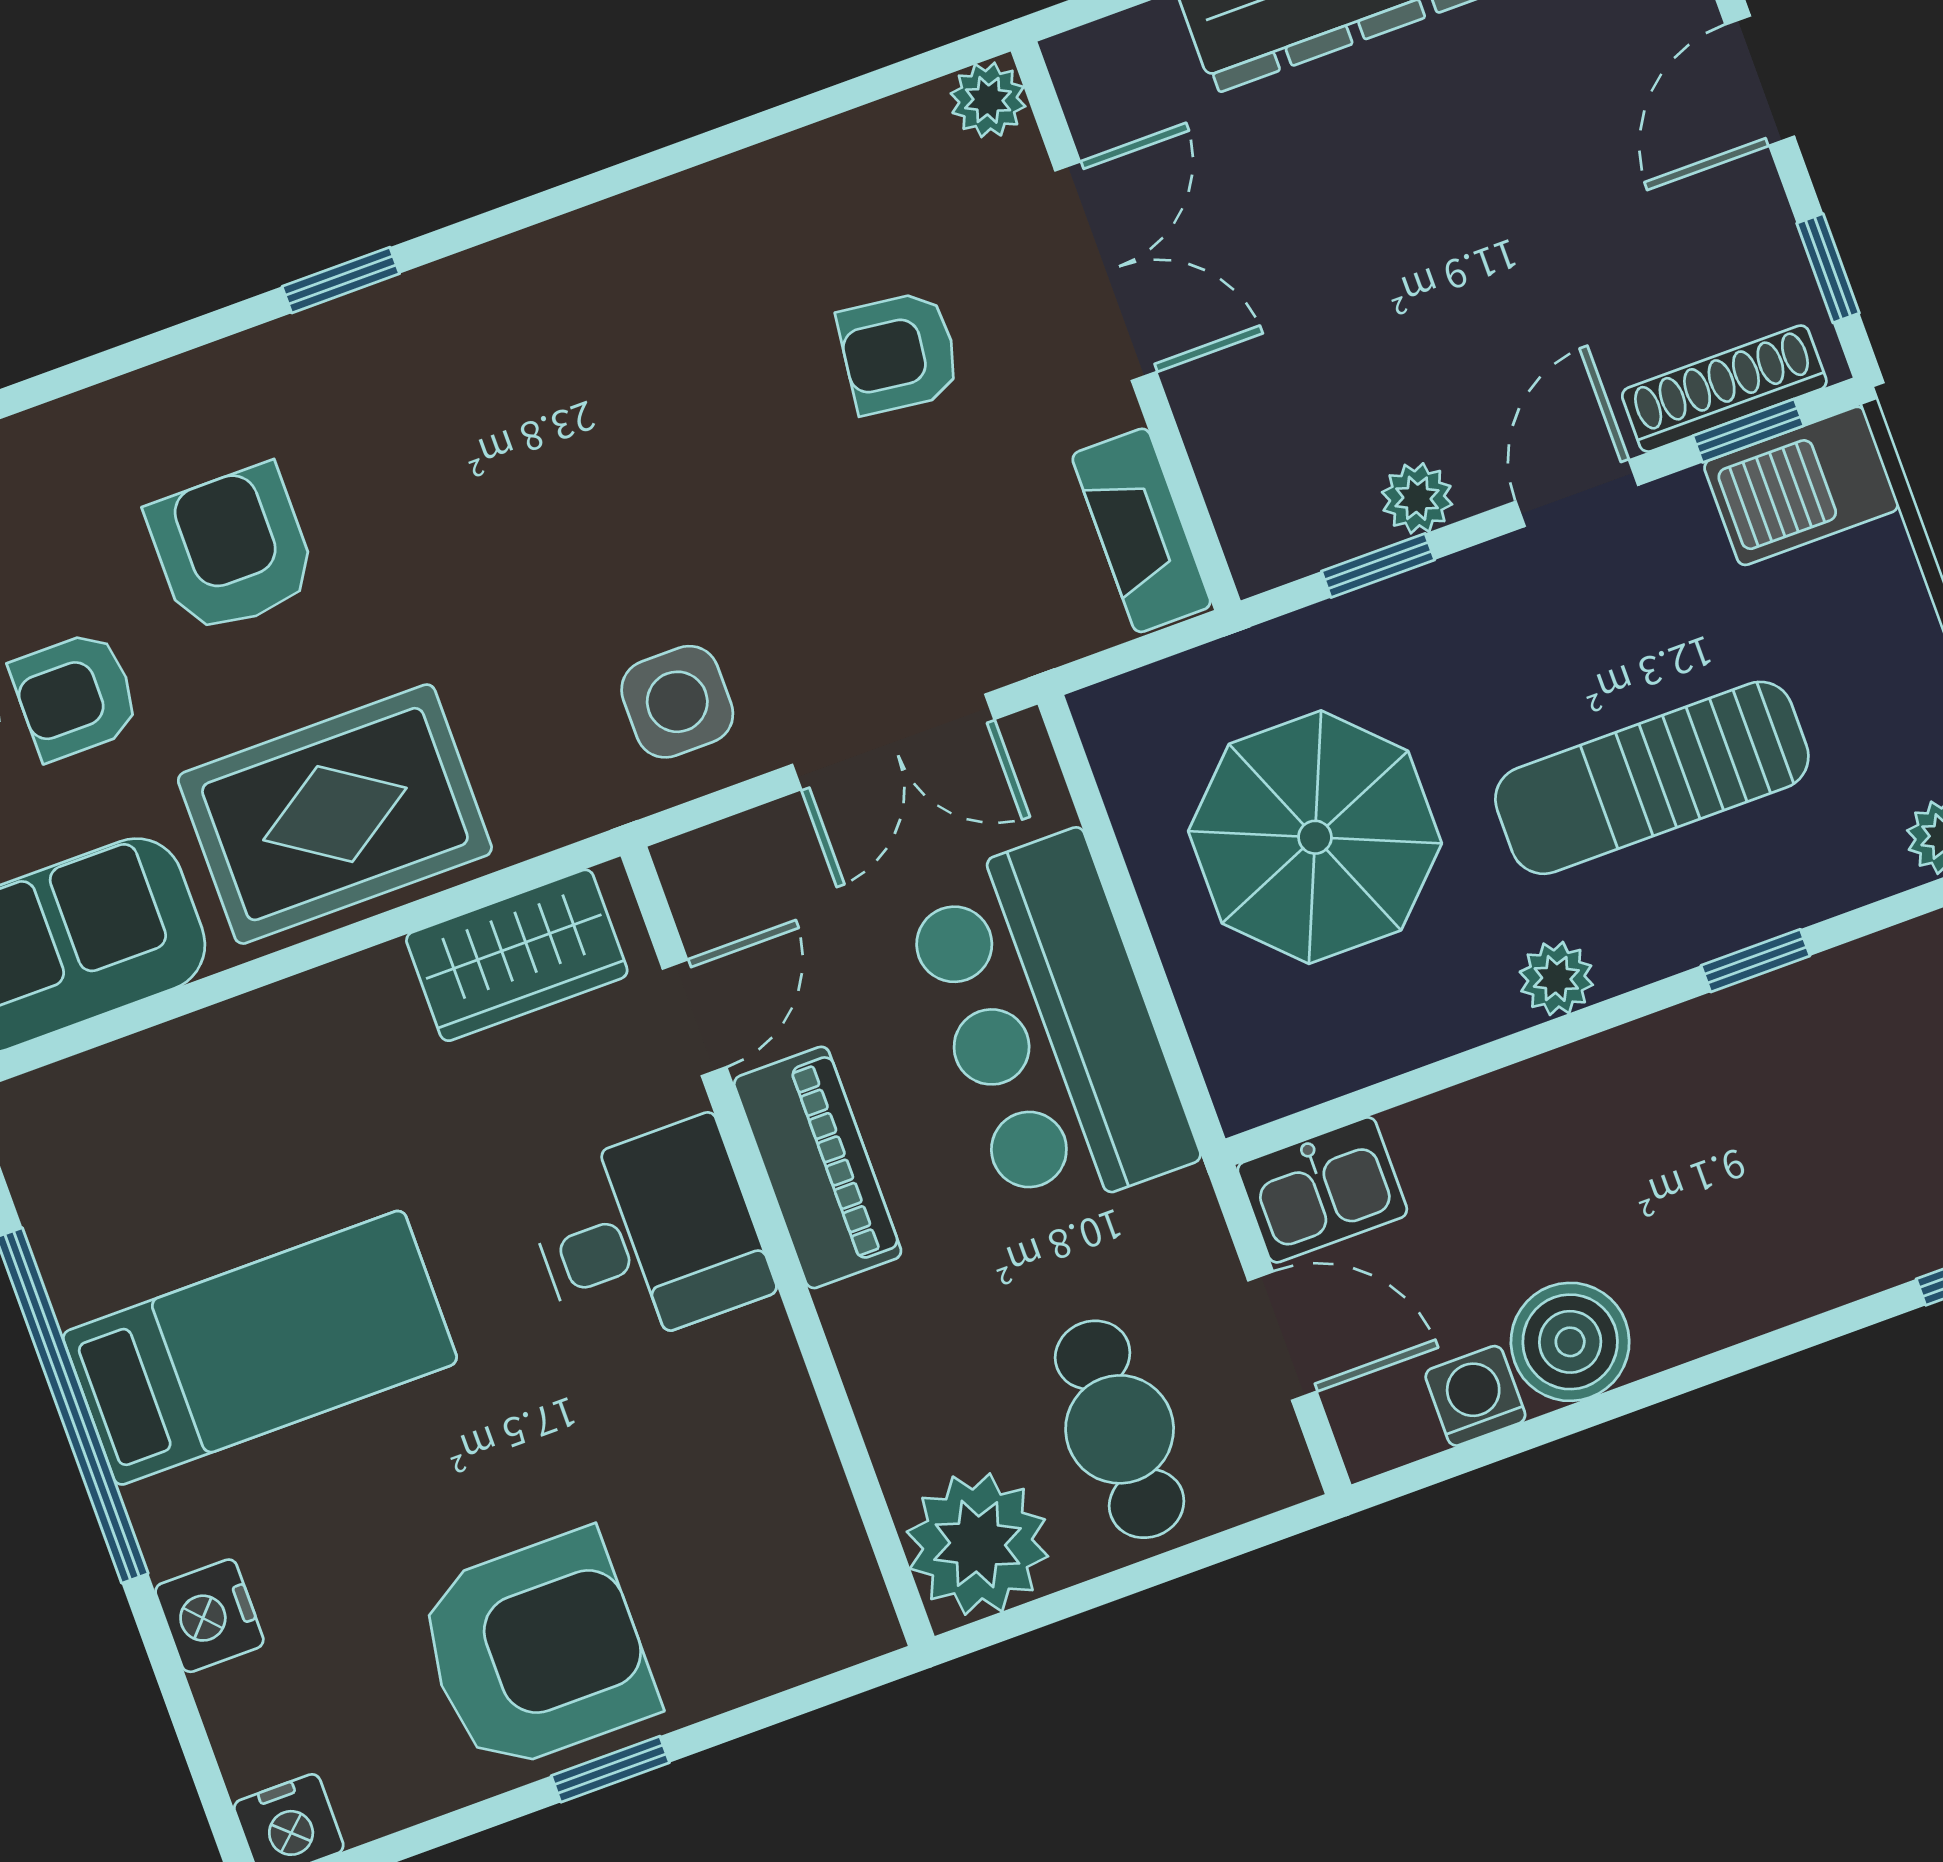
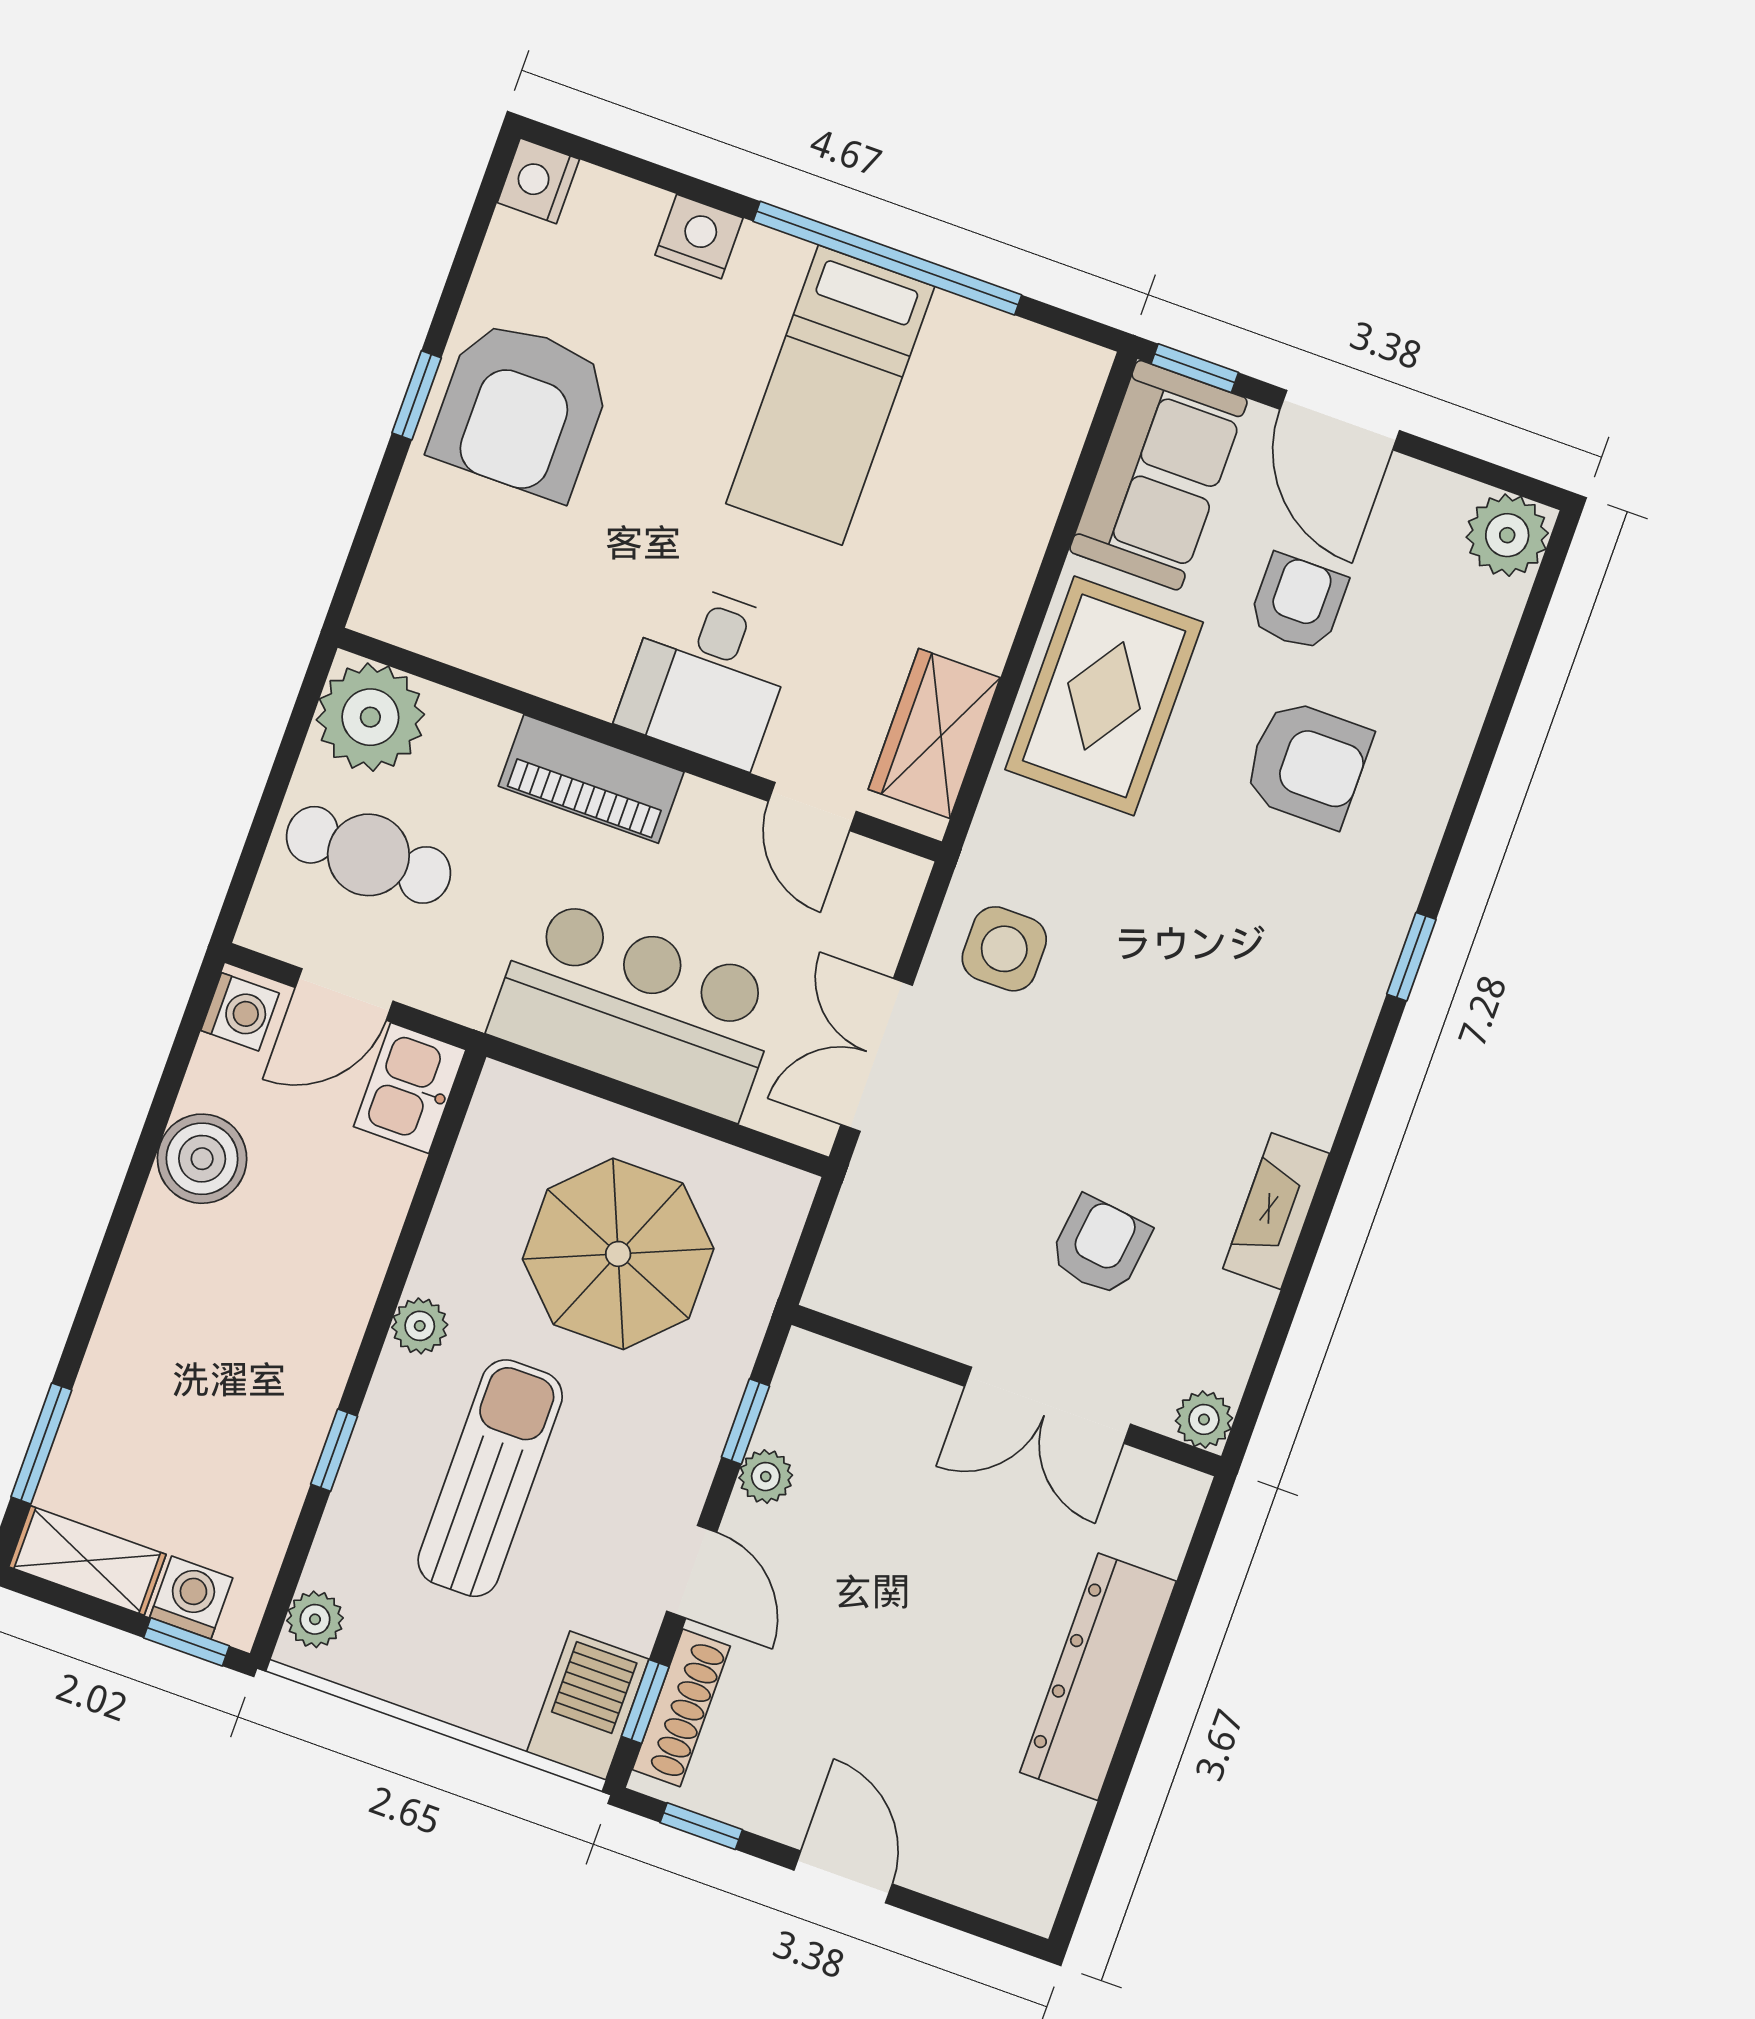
fireplace: (1141, 530) -> (1276, 1211), moved, turned -90
piano: (818, 1167) -> (591, 779), moved
washing machine: (1475, 1396) -> (240, 1012), moved

